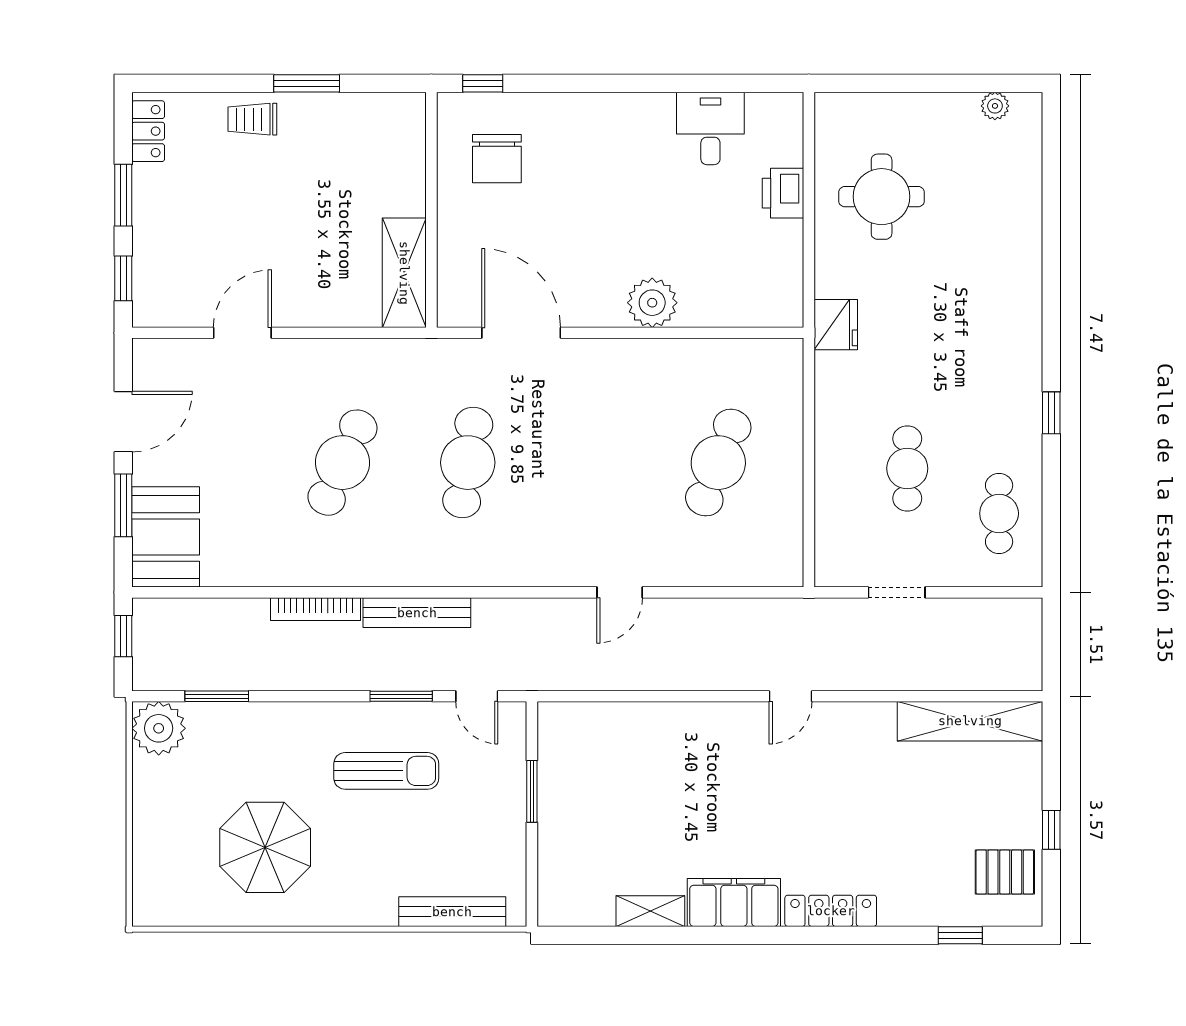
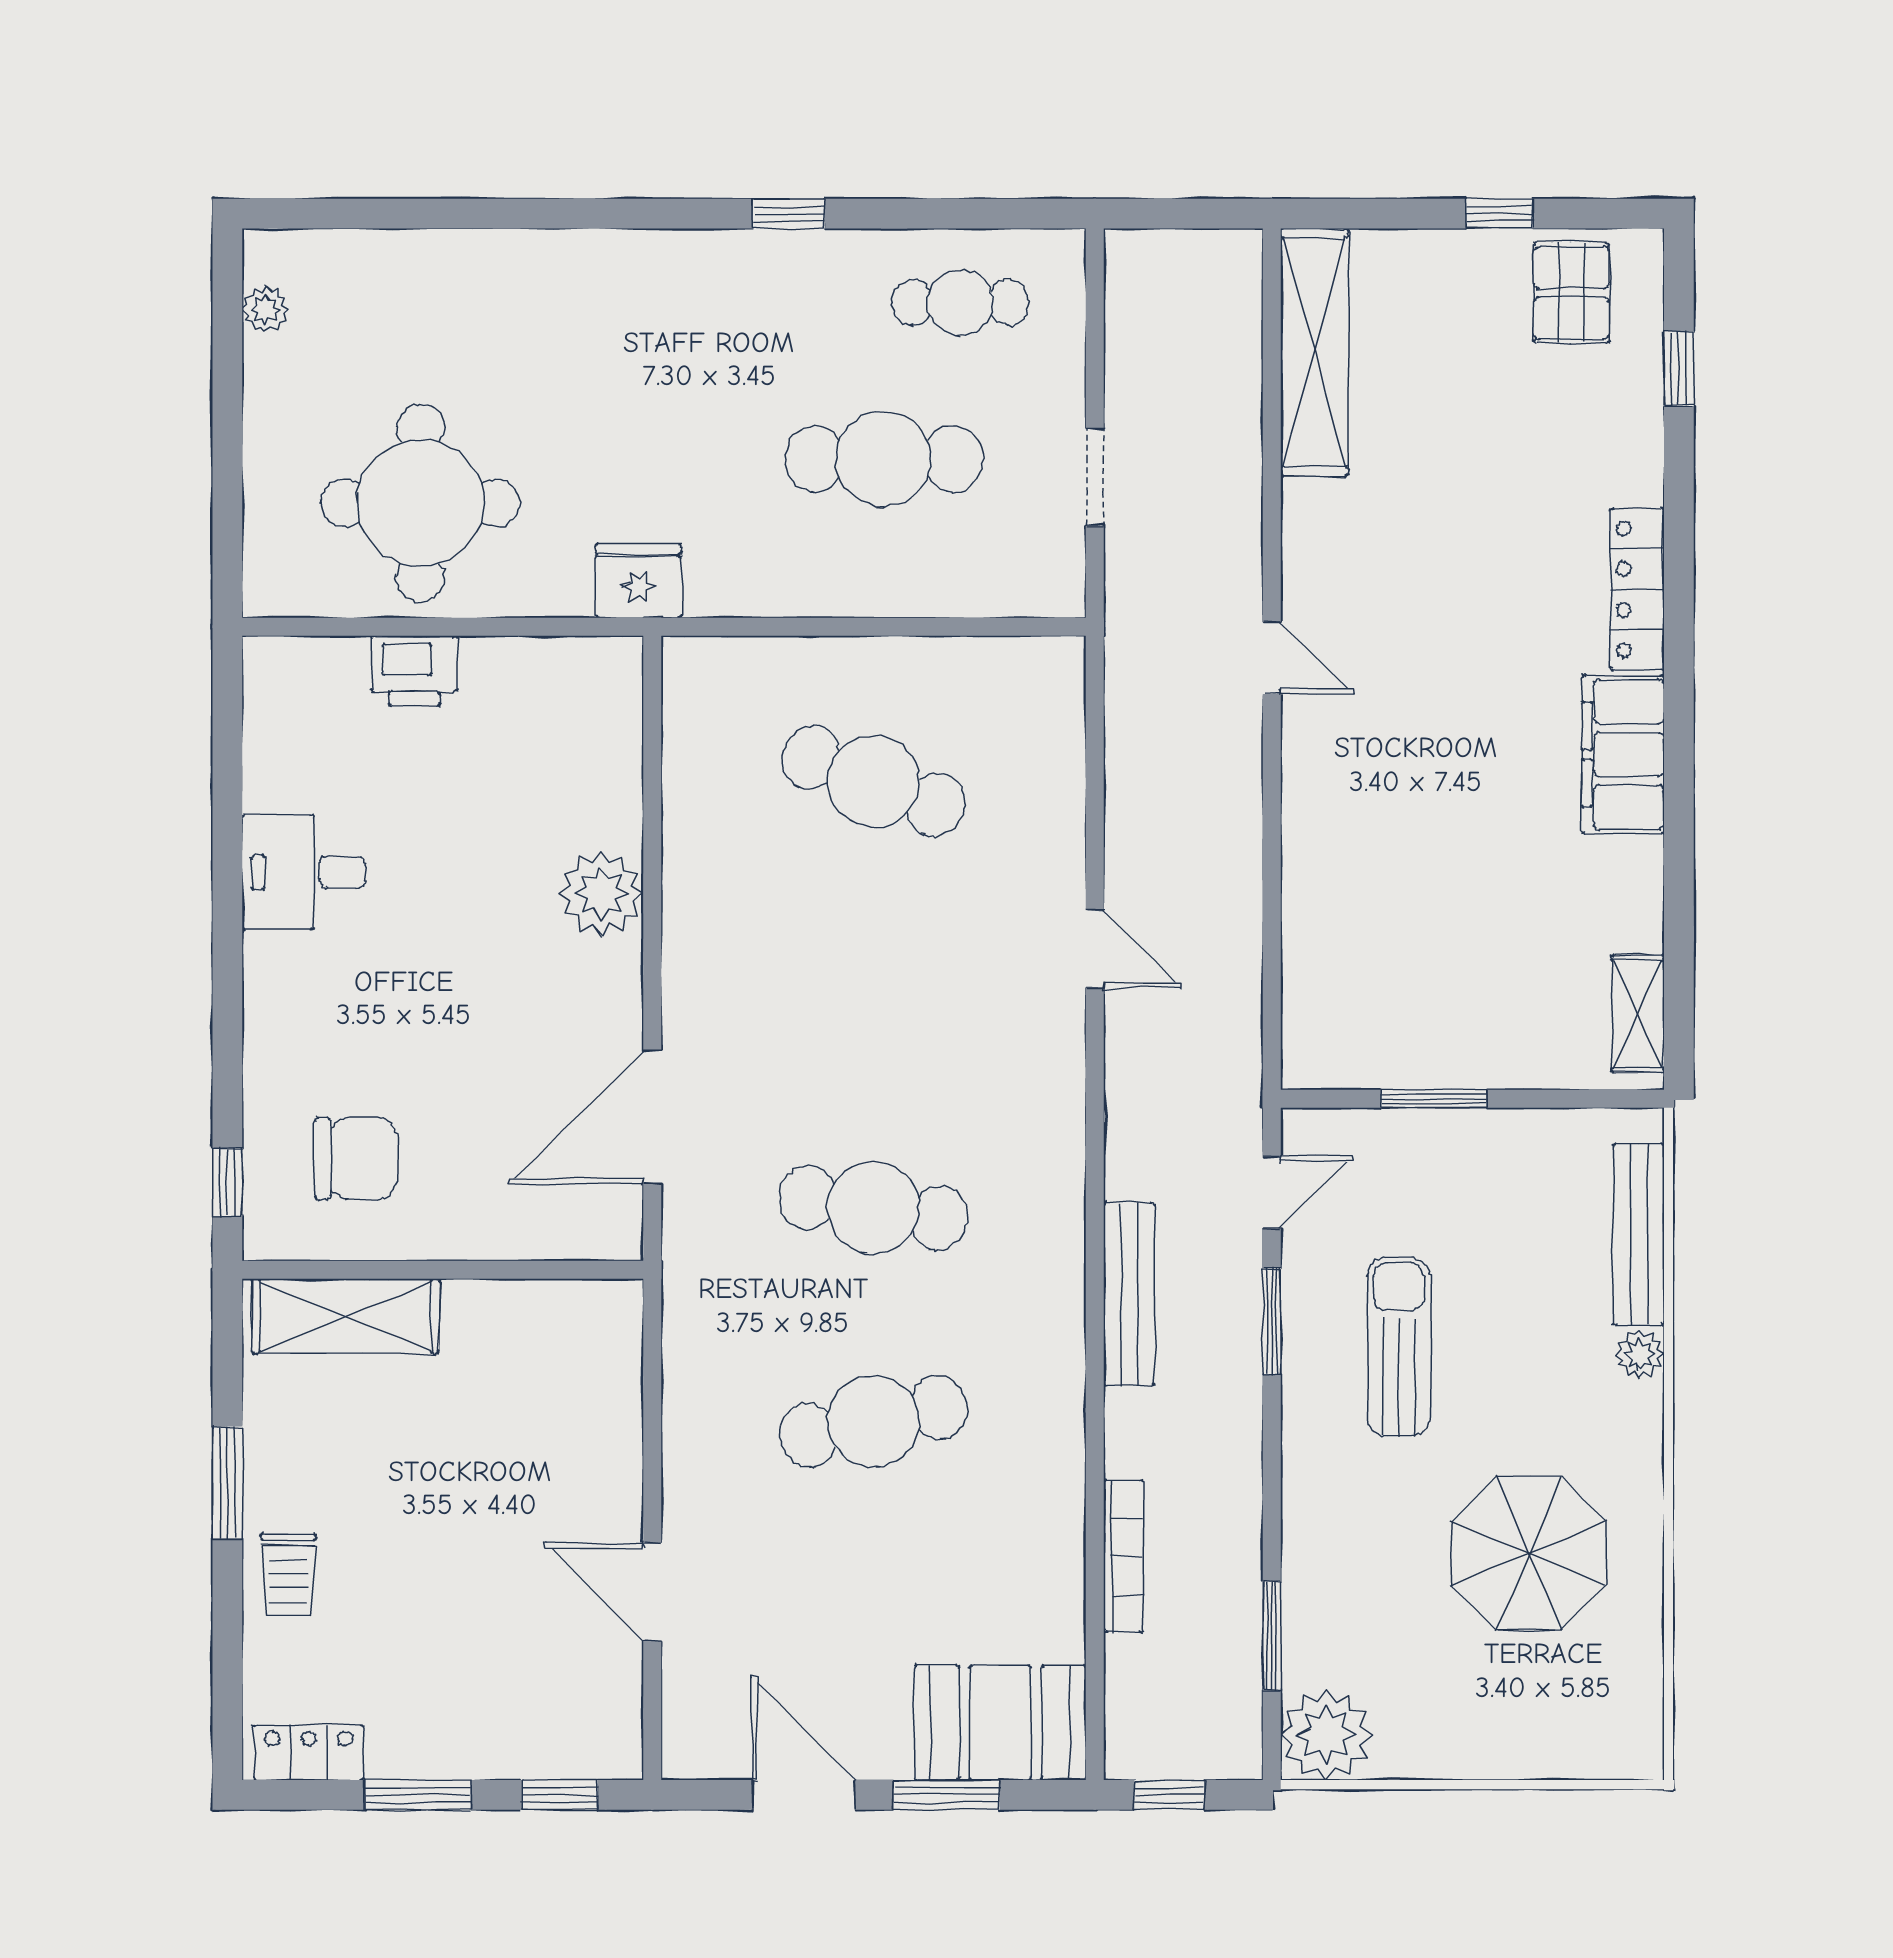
desk: (710, 128) -> (304, 872), moved
round table: (882, 197) -> (420, 503), width x1.36, depth x1.36
shelving: (404, 273) -> (346, 1316), moved
cafe table: (342, 463) -> (873, 1421), turned -36
cafe table: (907, 468) -> (884, 459), width x1.37, depth x1.35
bookcase: (315, 609) -> (1123, 1556), moved
shelving: (650, 911) -> (1638, 1014), moved
plant: (382, 912) -> (1640, 1354), added

